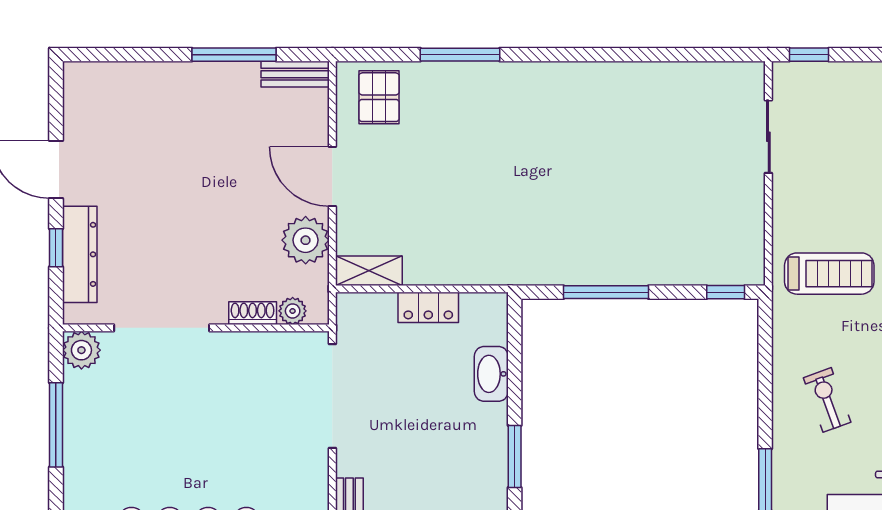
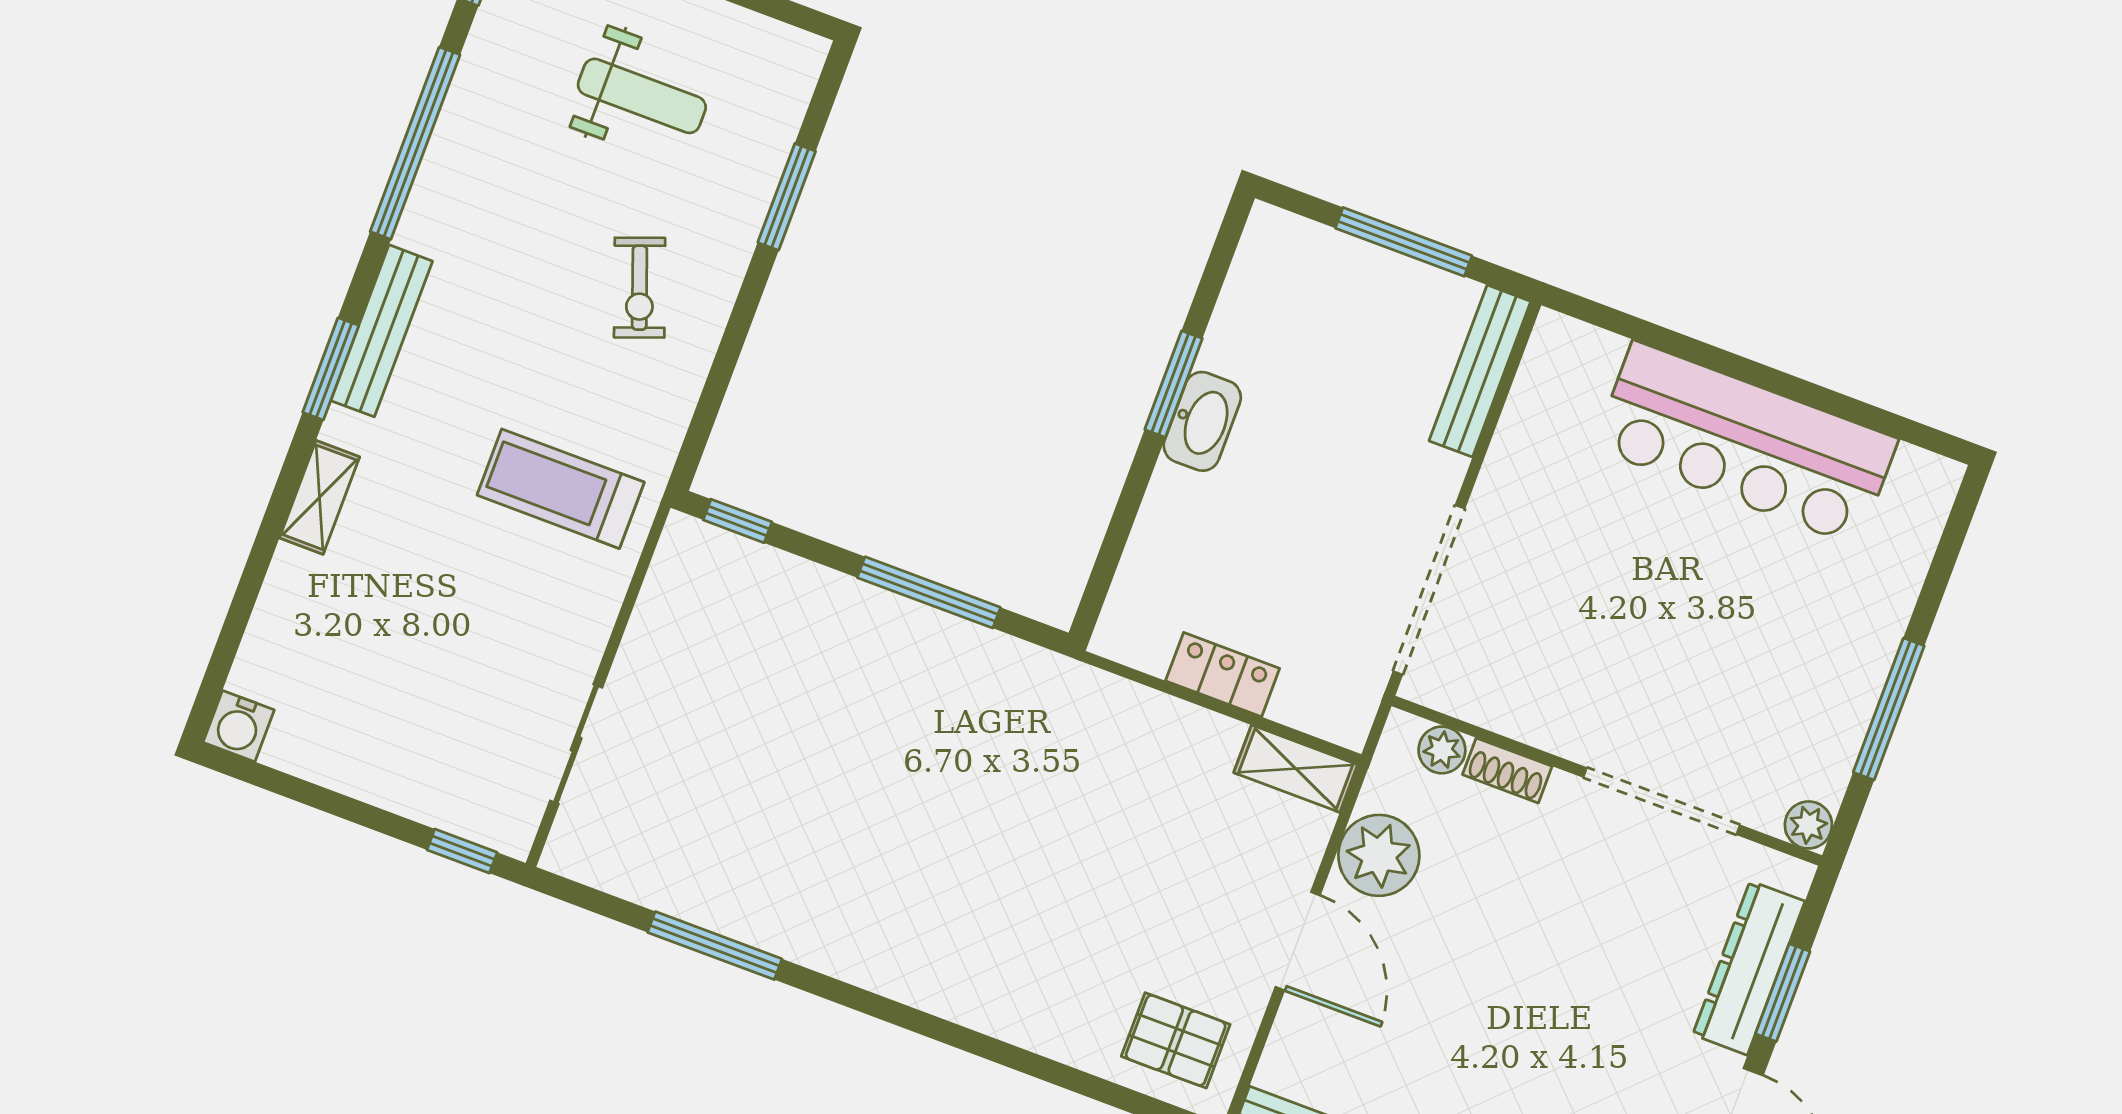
window: (460, 55) -> (715, 946), moved
pallet: (379, 97) -> (1176, 1040), turned 90
window: (56, 248) -> (1783, 993), width x1.50
plant: (81, 350) -> (1808, 825), width x0.73, depth x0.73
washbasin: (491, 374) -> (1202, 421), moved

